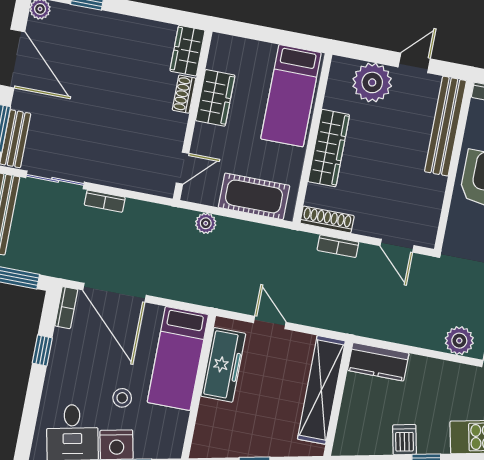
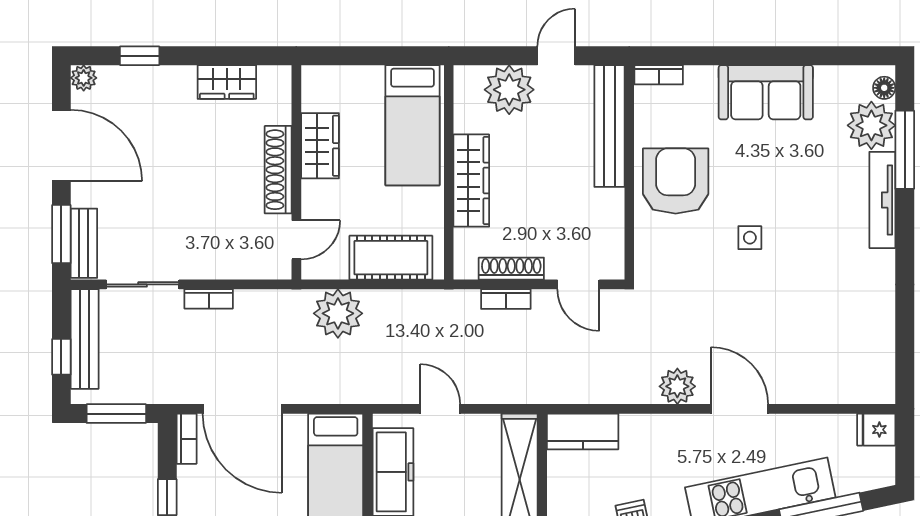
wardrobe: (187, 51) -> (227, 82), moved, turned -90
shoe rack: (184, 94) -> (278, 170), width x1.94, depth x1.24
shoe rack: (327, 219) -> (511, 269), moved
plant: (206, 223) -> (338, 313), width x1.88, depth x1.88

